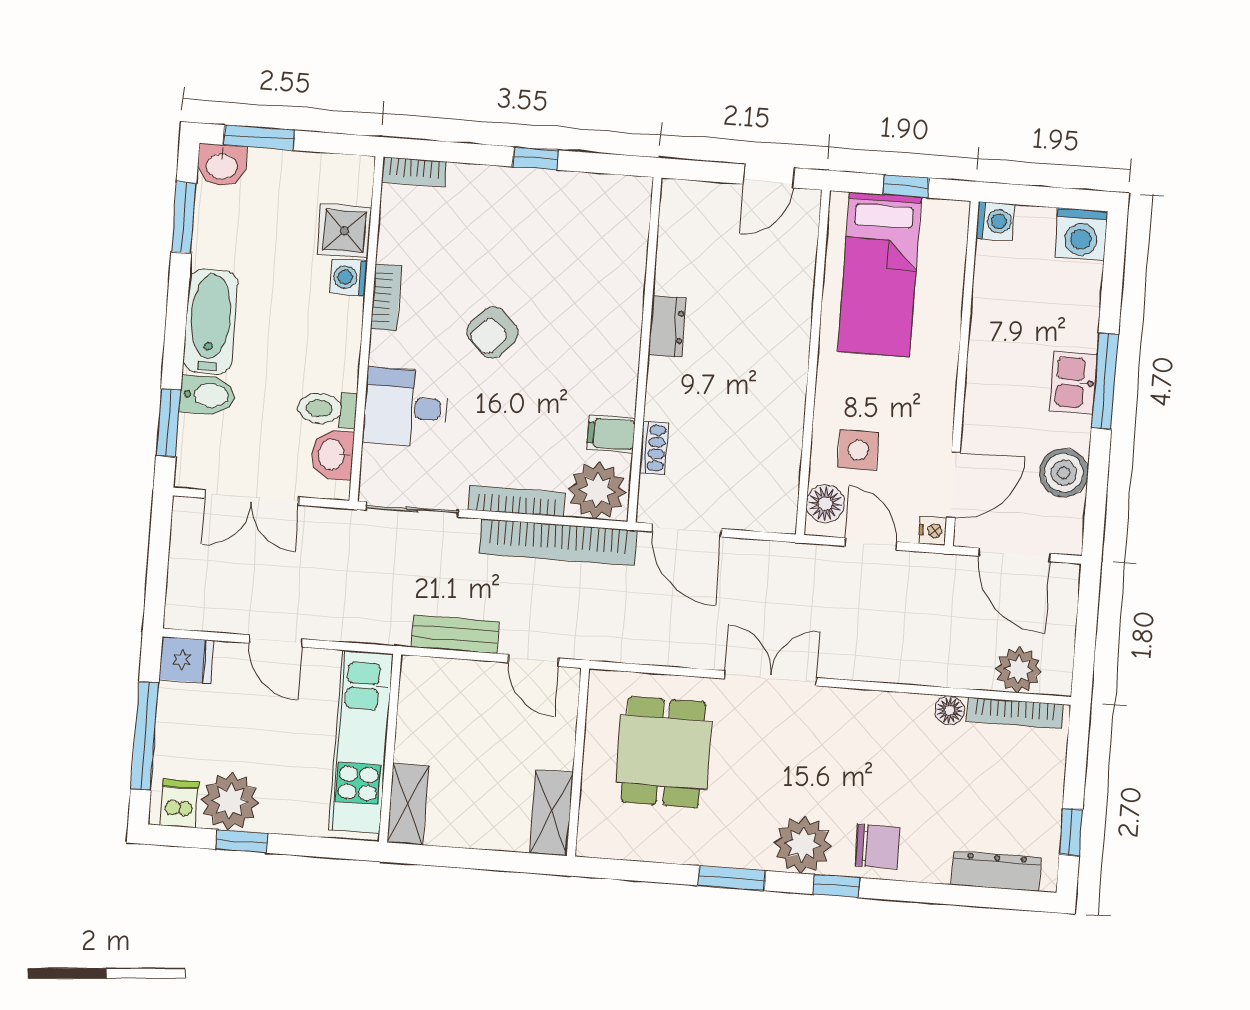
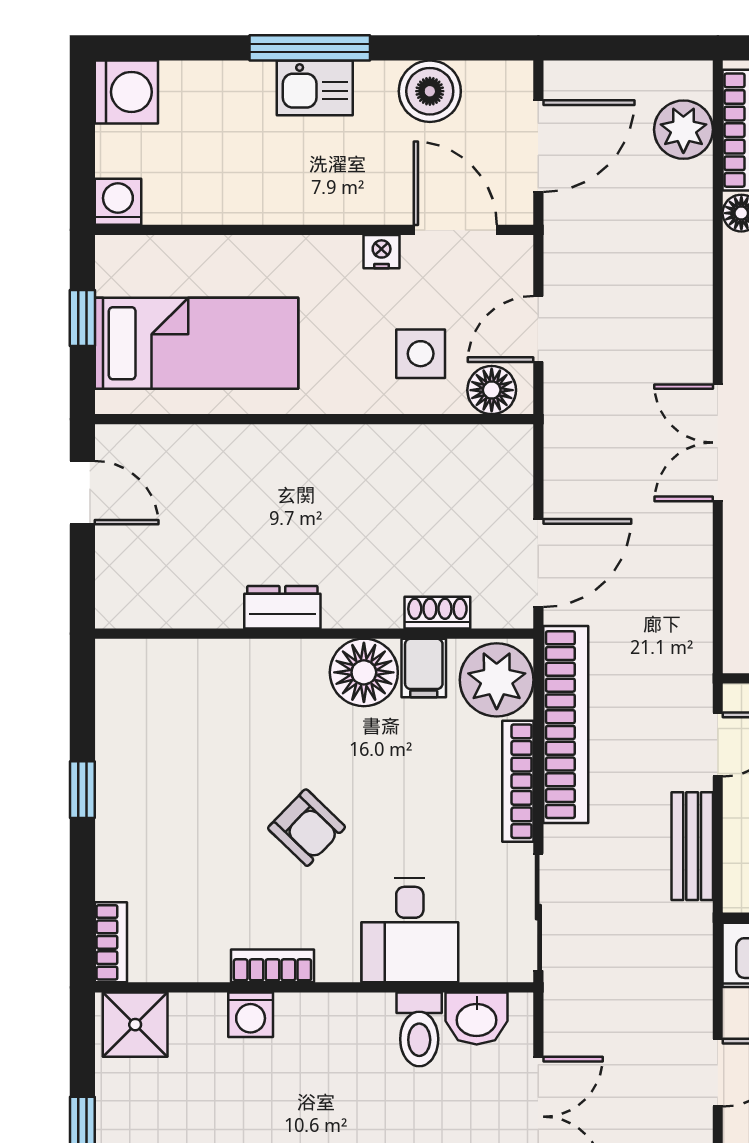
shower: (344, 231) -> (135, 1025), moved
floor lamp: (611, 387) -> (364, 672), added
nightstand: (933, 531) -> (382, 252), moved

